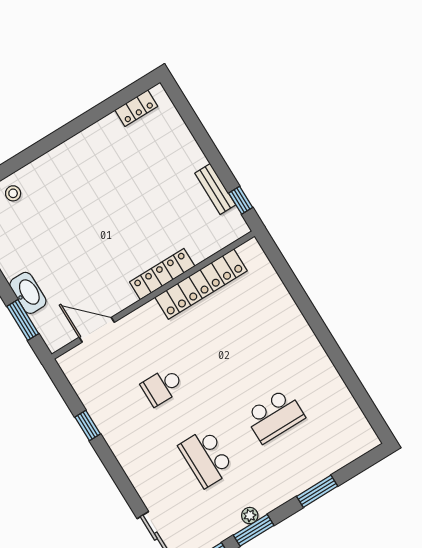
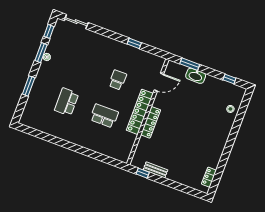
locker: (201, 284) -> (140, 112), moved
school desk: (206, 458) -> (104, 116), moved

